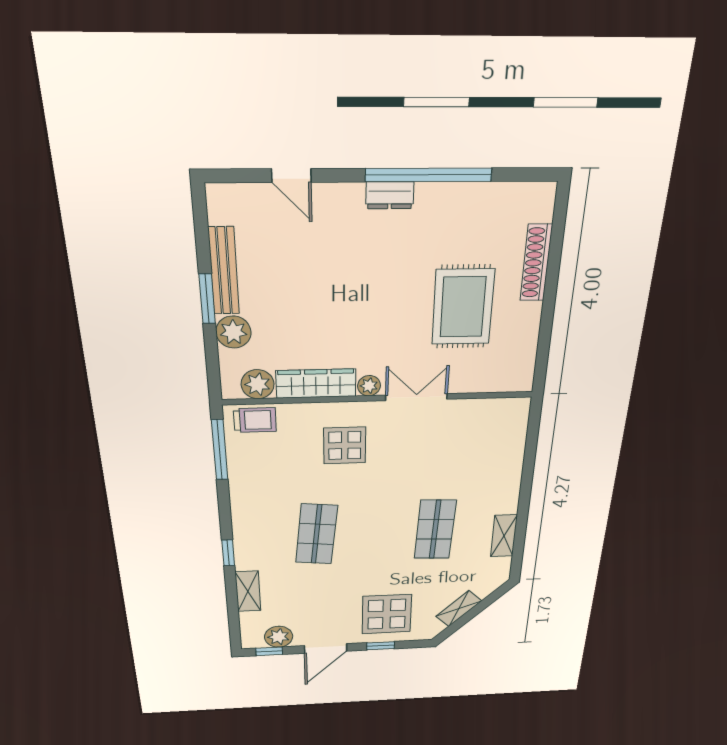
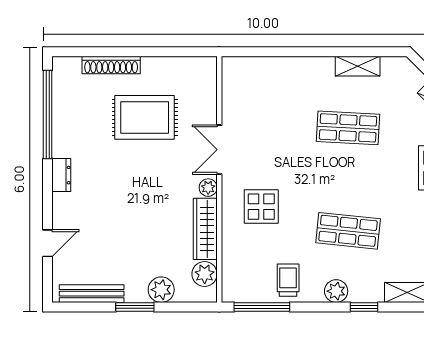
window: (429, 175) -> (48, 114), moved
bench: (224, 271) -> (92, 294), moved
trolley: (255, 420) -> (288, 280), moved
plant: (245, 525) -> (336, 291), added

